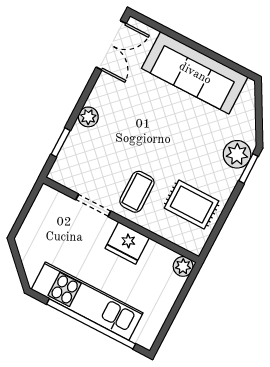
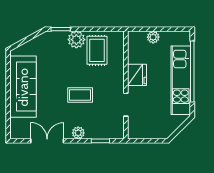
double door: (111, 45) -> (47, 141), moved
plant: (237, 154) -> (76, 40), moved
coffee table: (137, 192) -> (80, 95), moved
plant: (183, 266) -> (153, 37), moved

